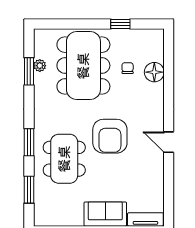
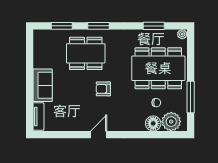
window: (120, 24) -> (191, 97), width x2.17
plant: (152, 49) -> (171, 122), added
plant: (40, 66) -> (182, 34), moved
armchair: (110, 136) -> (103, 89), width x0.53, depth x0.53

